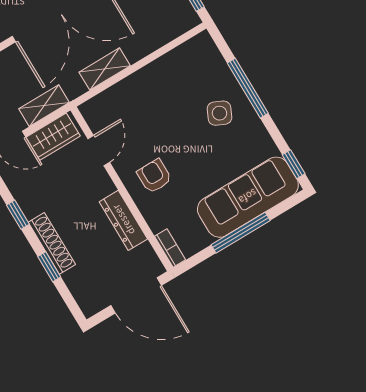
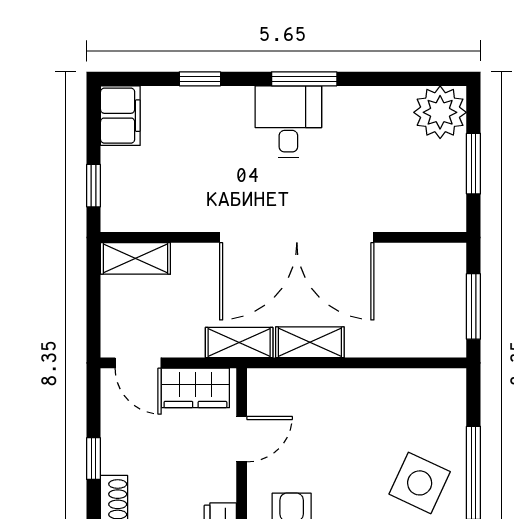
shelving: (44, 106) -> (239, 343), moved
side table: (219, 113) -> (420, 483), width x1.37, depth x1.37

